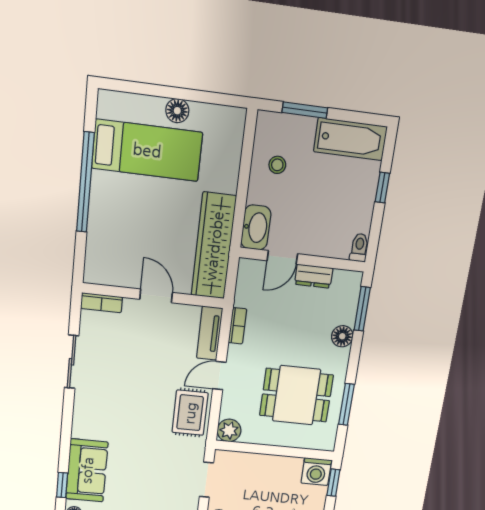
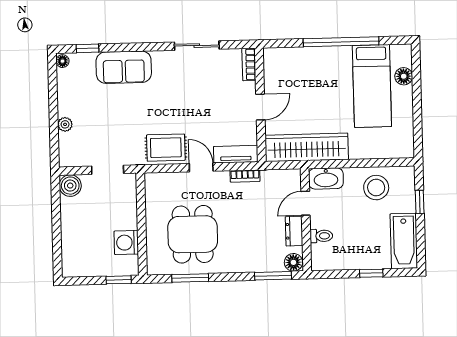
window: (305, 110) -> (420, 202), width x0.67
floor lamp: (177, 111) -> (404, 76), moved
stool: (277, 165) -> (376, 188), width x1.89, depth x1.89
toilet: (359, 248) -> (321, 236), moved
door: (282, 257) -> (305, 203), hinge flipped
floor lamp: (342, 336) -> (293, 262), moved
plant: (229, 430) -> (154, 183), removed
sofa: (87, 470) -> (124, 67), moved
washing machine: (316, 472) -> (126, 243), moved

